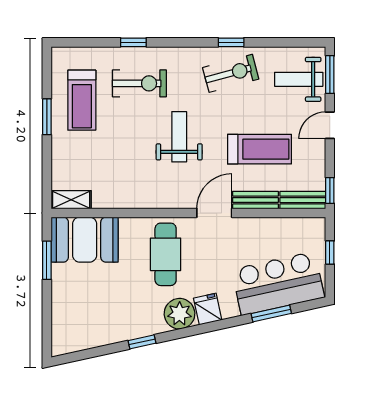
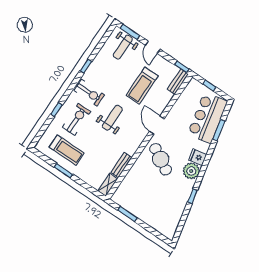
exercise bike: (231, 73) -> (89, 93), moved, turned 105
weight bench: (179, 137) -> (112, 118), turned 90
treadmill: (259, 149) -> (142, 86), turned 180
bench: (255, 200) -> (121, 165), moved
booth: (85, 240) -> (130, 191), removed
cafe table: (166, 254) -> (161, 159), turned 30

